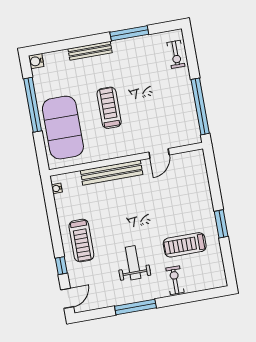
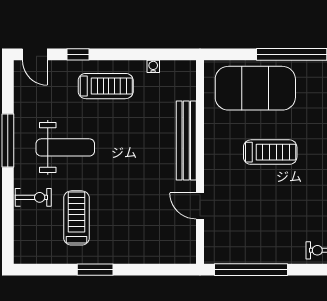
water cooler: (57, 188) -> (153, 66), moved
treadmill: (81, 241) -> (106, 86), turned 180
weight bench: (133, 263) -> (65, 147), width x1.36, depth x1.33

